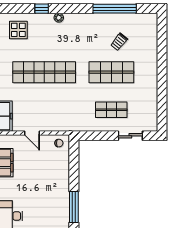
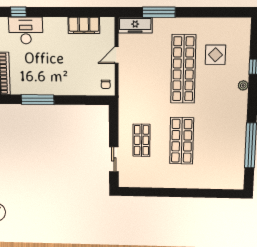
display table: (18, 30) -> (215, 55), moved
trolley: (119, 42) -> (214, 150), removed

